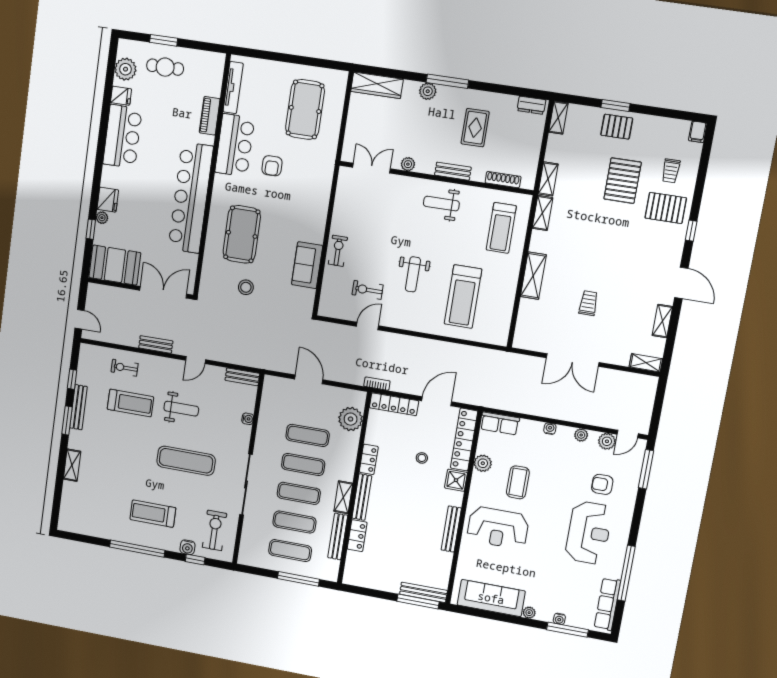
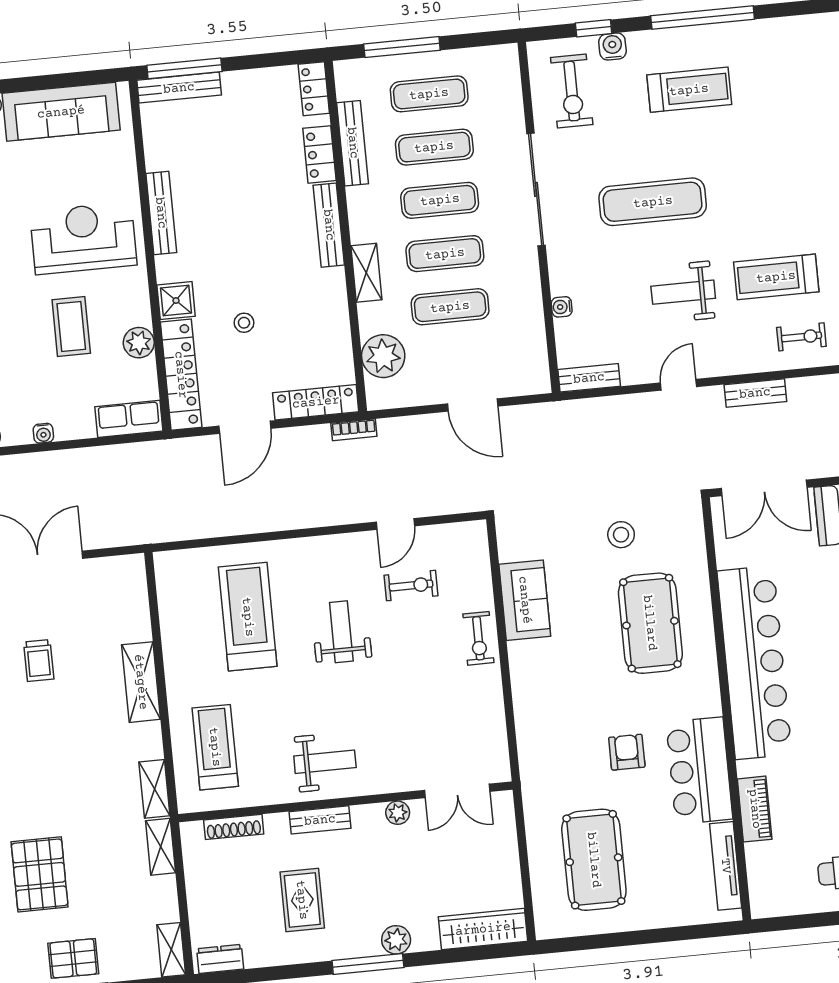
locker: (369, 459) -> (314, 89), moved
shelving: (343, 497) -> (366, 273), moved

